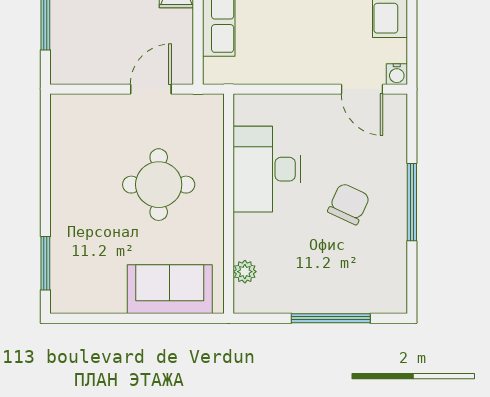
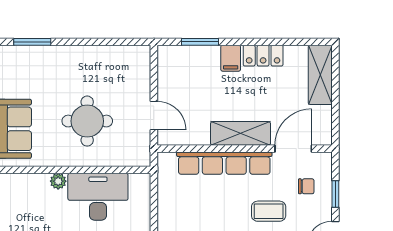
plant: (245, 272) -> (58, 181), moved

